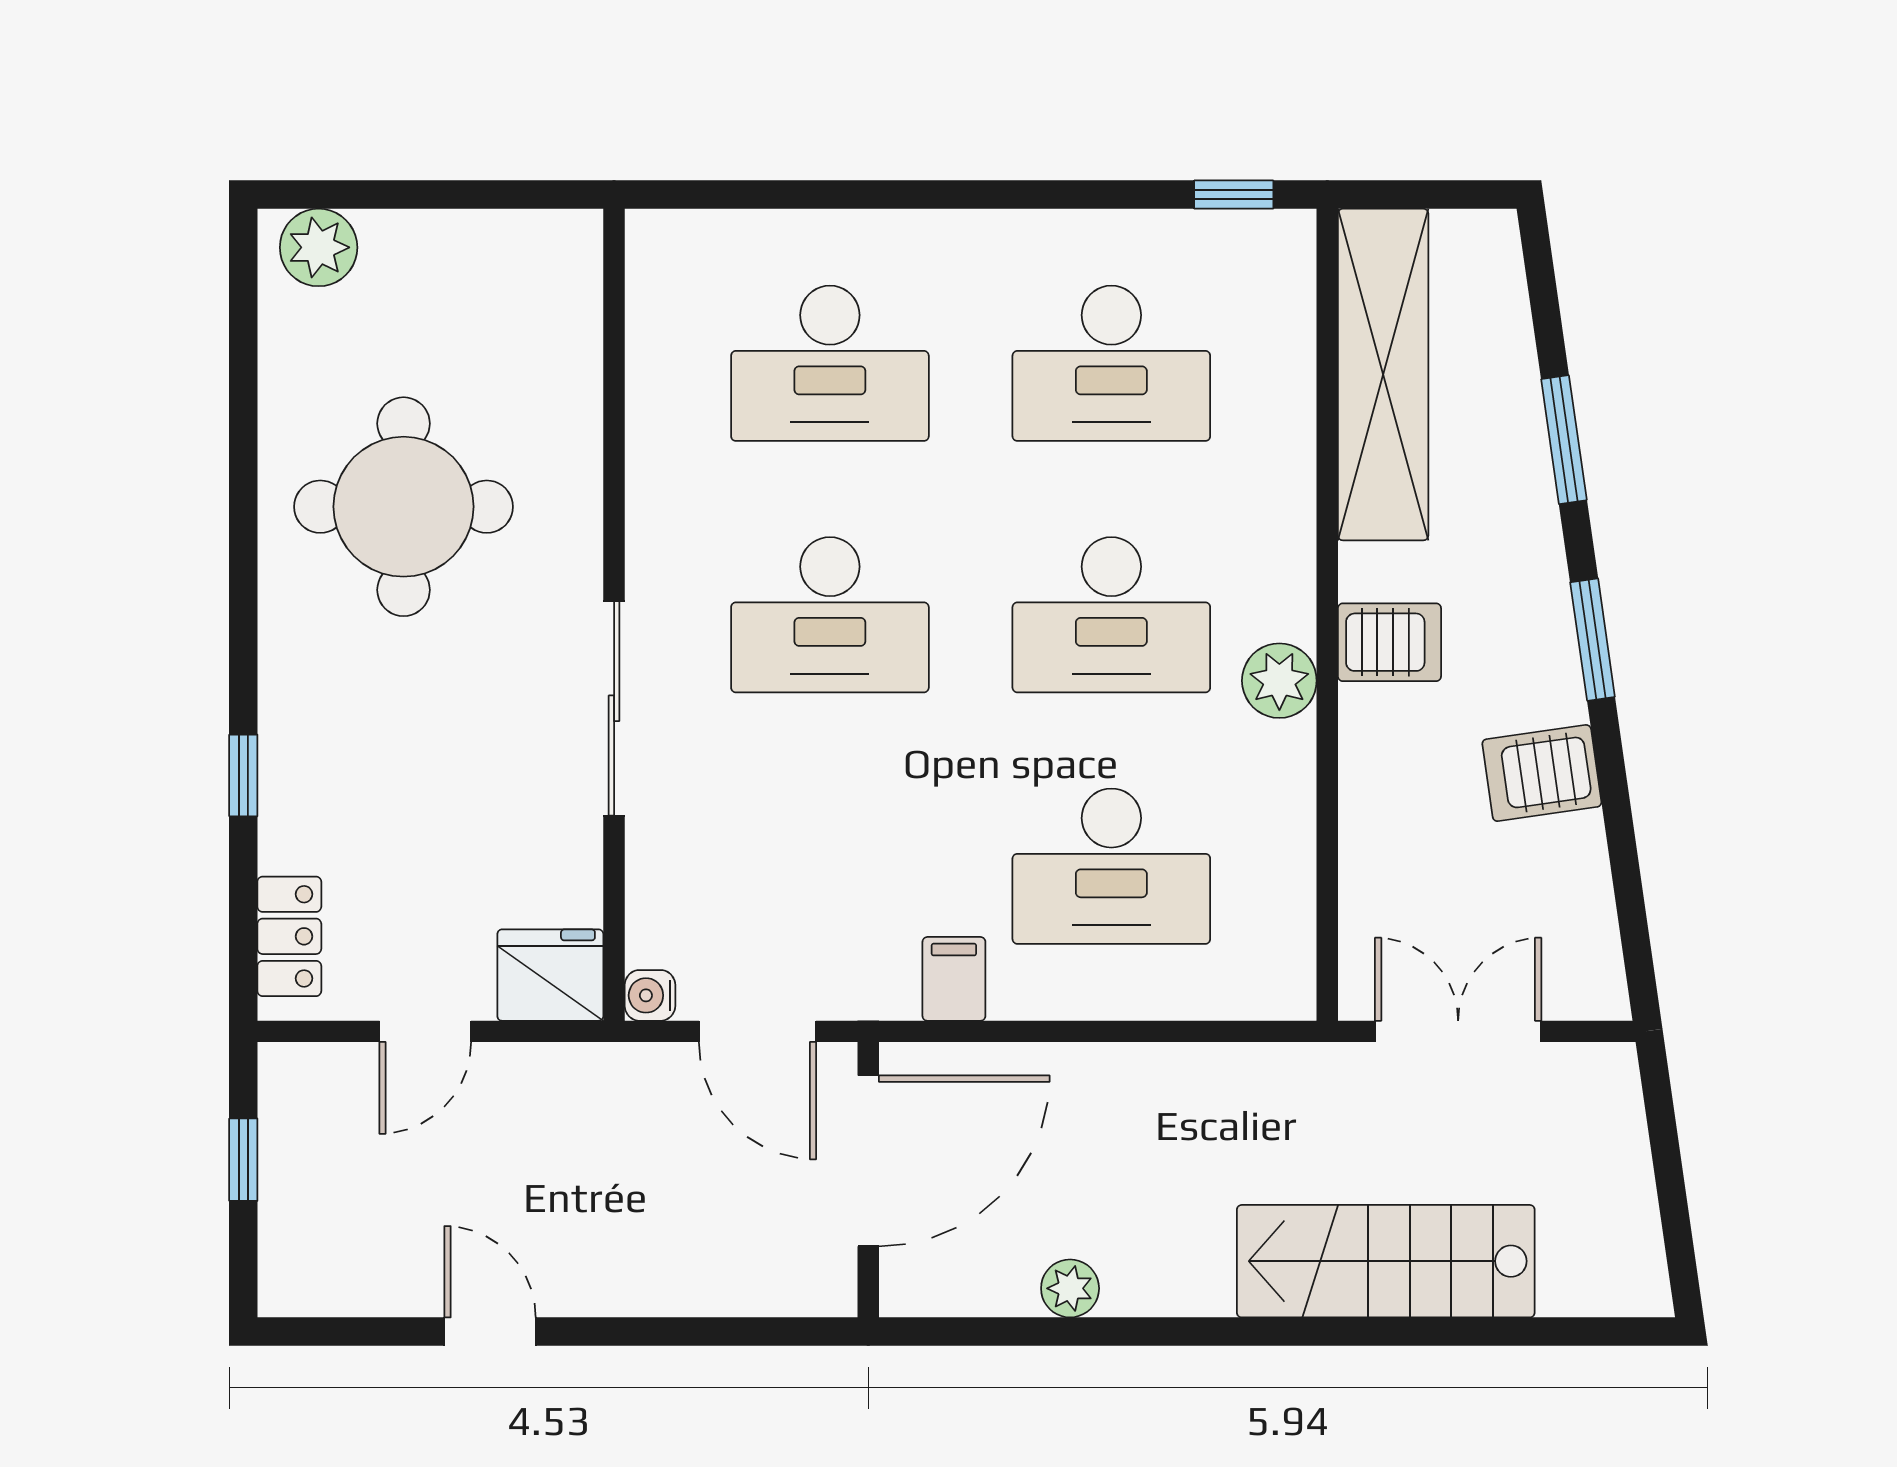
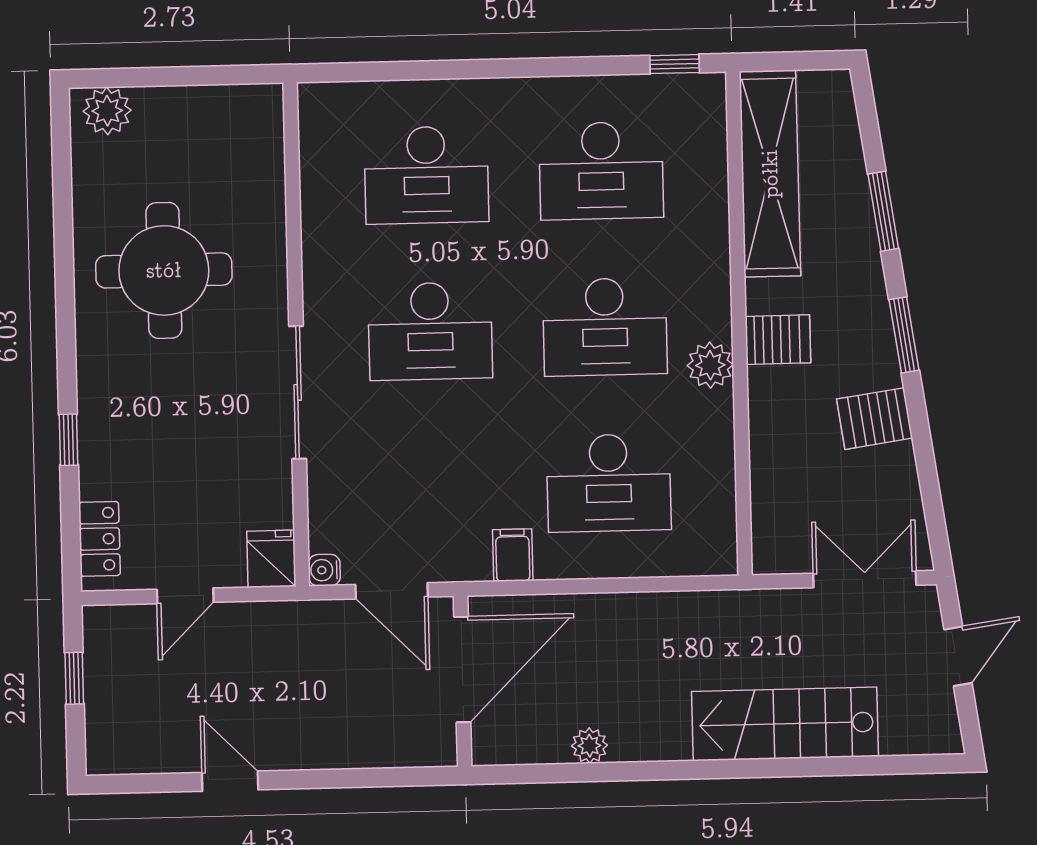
fridge: (550, 975) -> (271, 559), width x0.72
double door: (1458, 1031) -> (865, 579), moved
door: (1667, 1159) -> (958, 656), added

